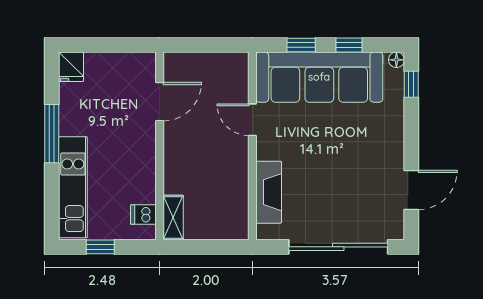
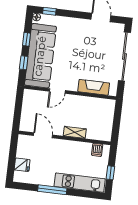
fridge: (71, 67) -> (22, 165), moved
shelving: (173, 218) -> (75, 132), moved

